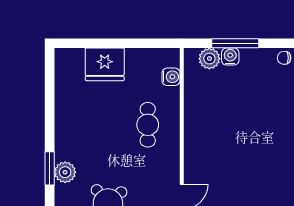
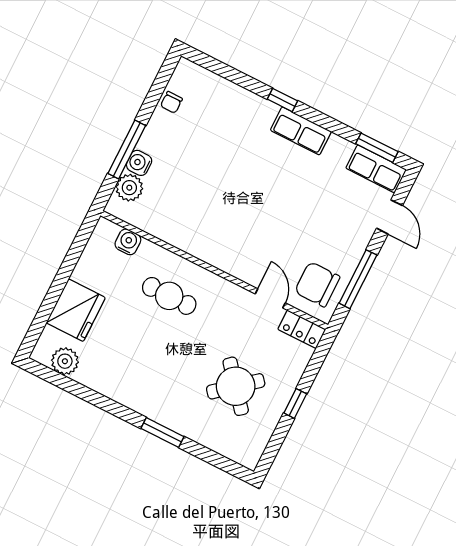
plant: (65, 172) -> (65, 361), moved

